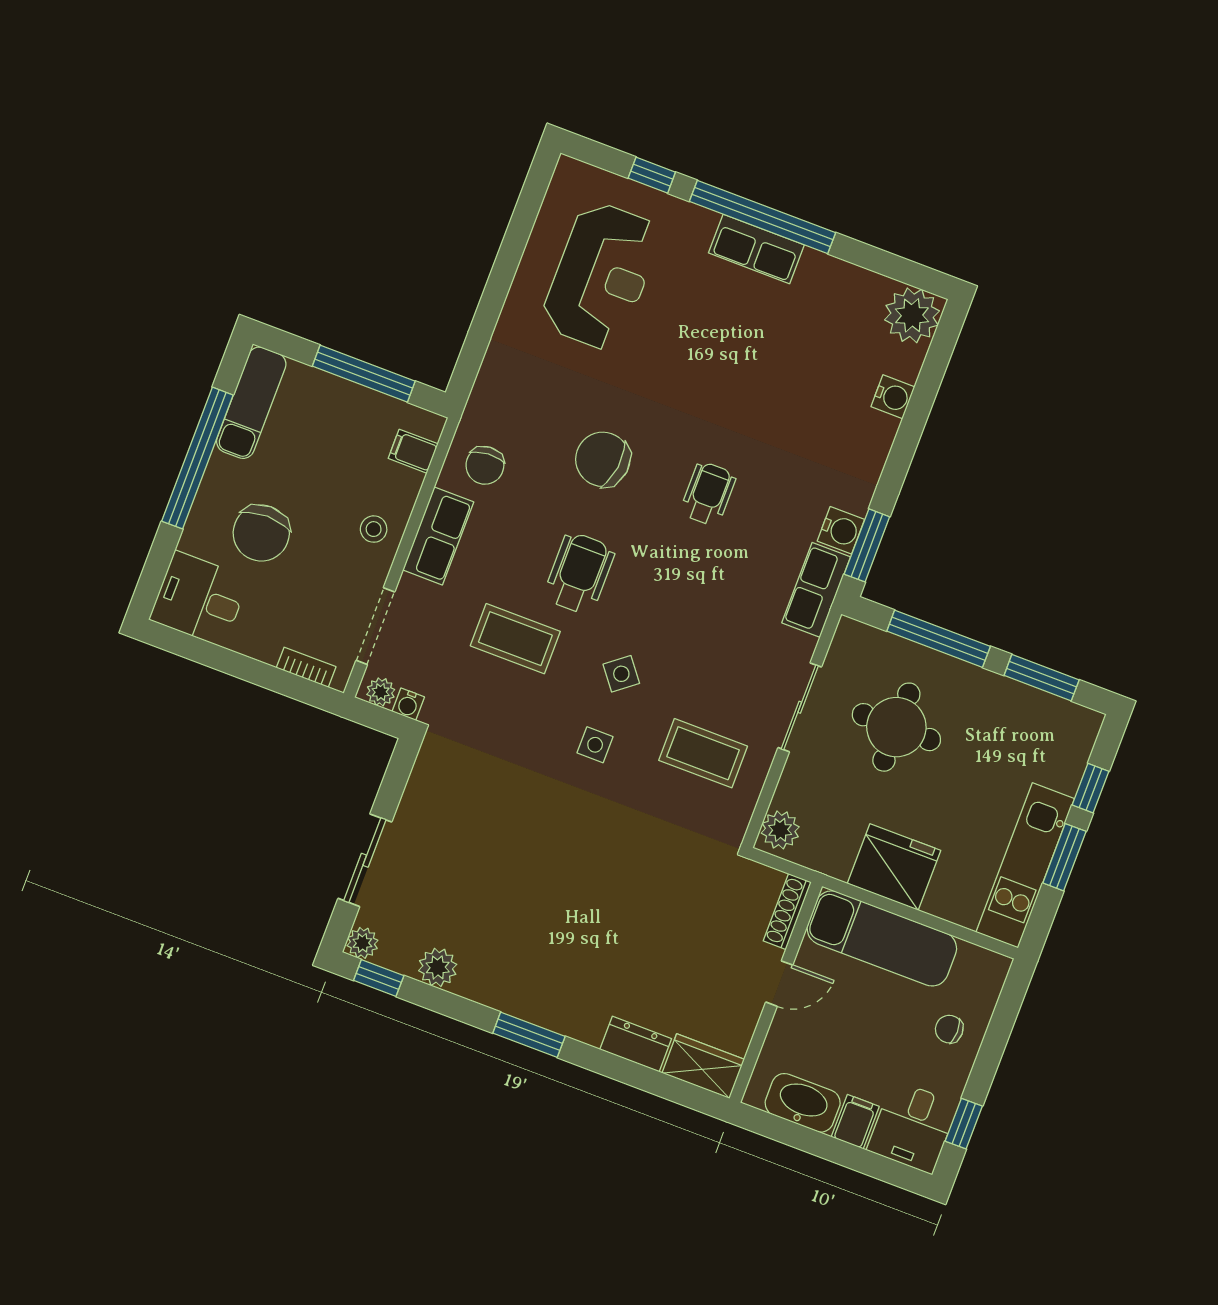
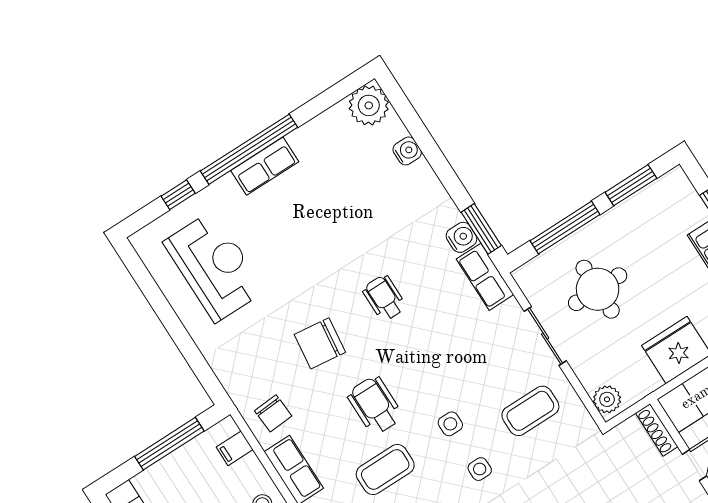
side table: (621, 674) -> (450, 424), turned 38

